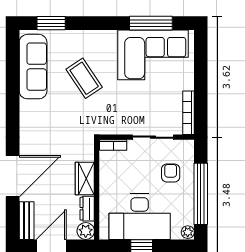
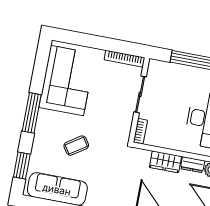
window: (151, 23) -> (32, 113), moved
coffee table: (84, 78) -> (76, 146), width x0.73, depth x0.77
armchair: (171, 173) -> (175, 85), removed

